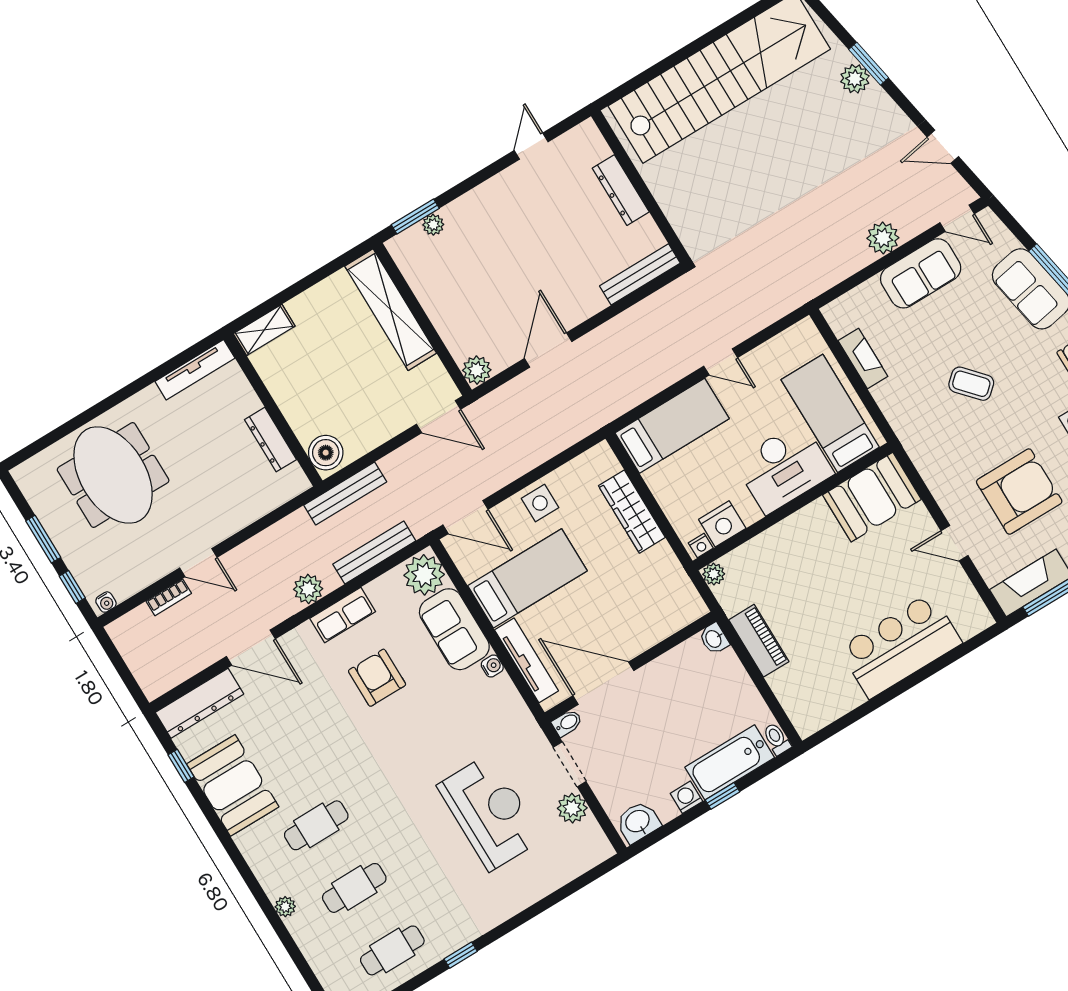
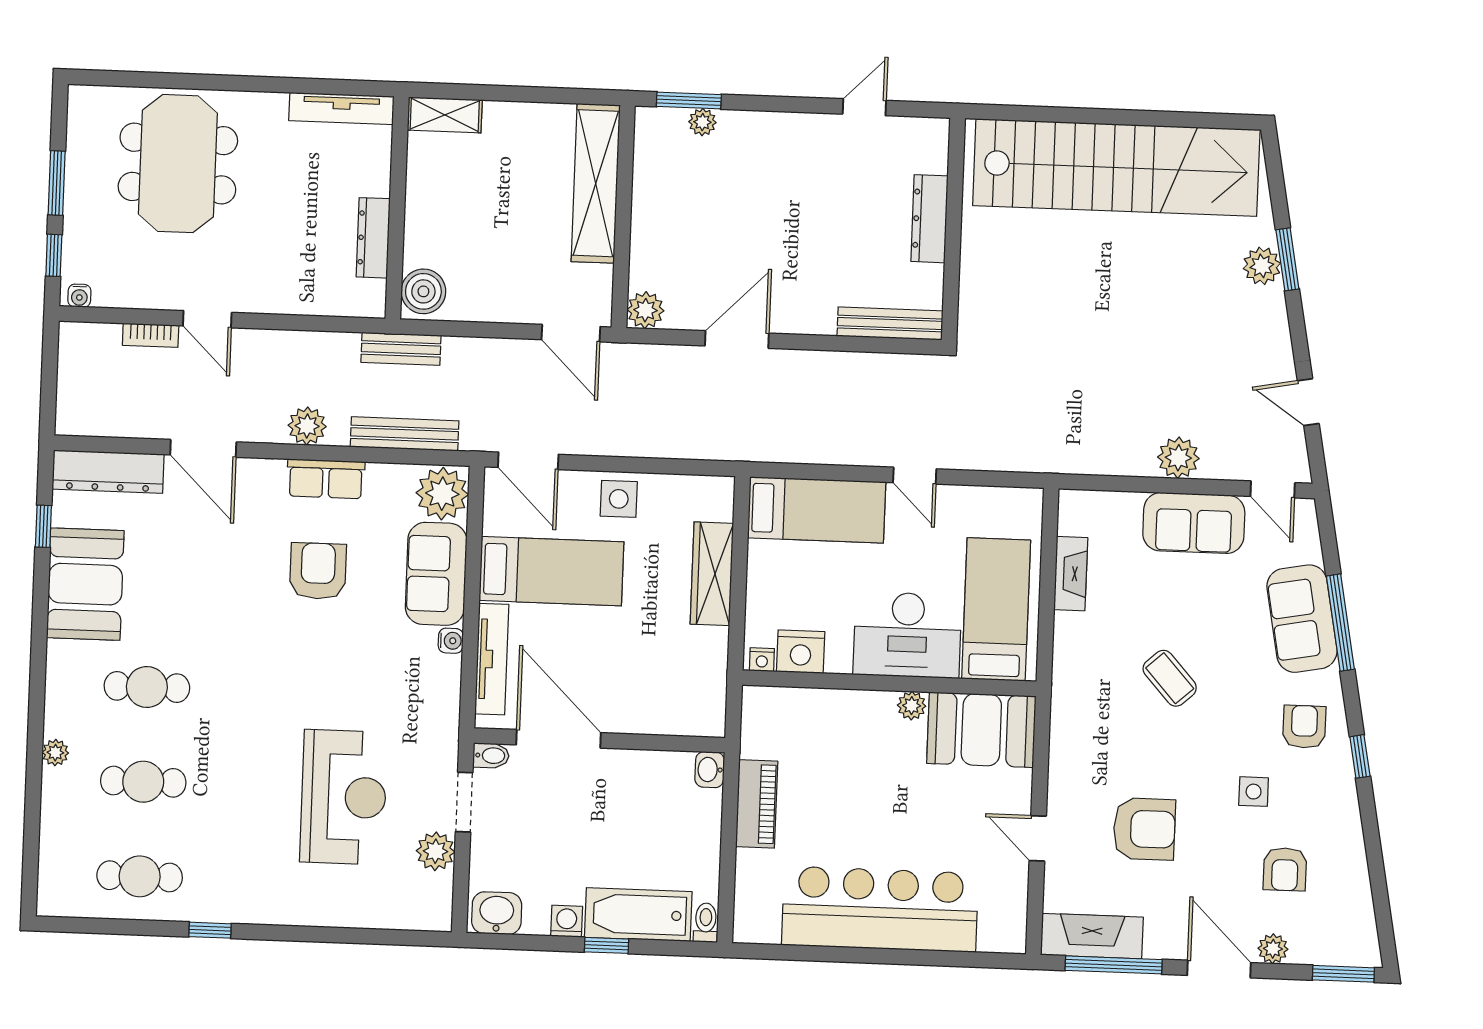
armchair: (1019, 492) -> (1144, 829), width x0.73, depth x0.73
bench: (345, 494) -> (401, 349), width x0.73
plant: (714, 574) -> (912, 706), moved
bar counter: (900, 646) -> (880, 909), width x1.36

